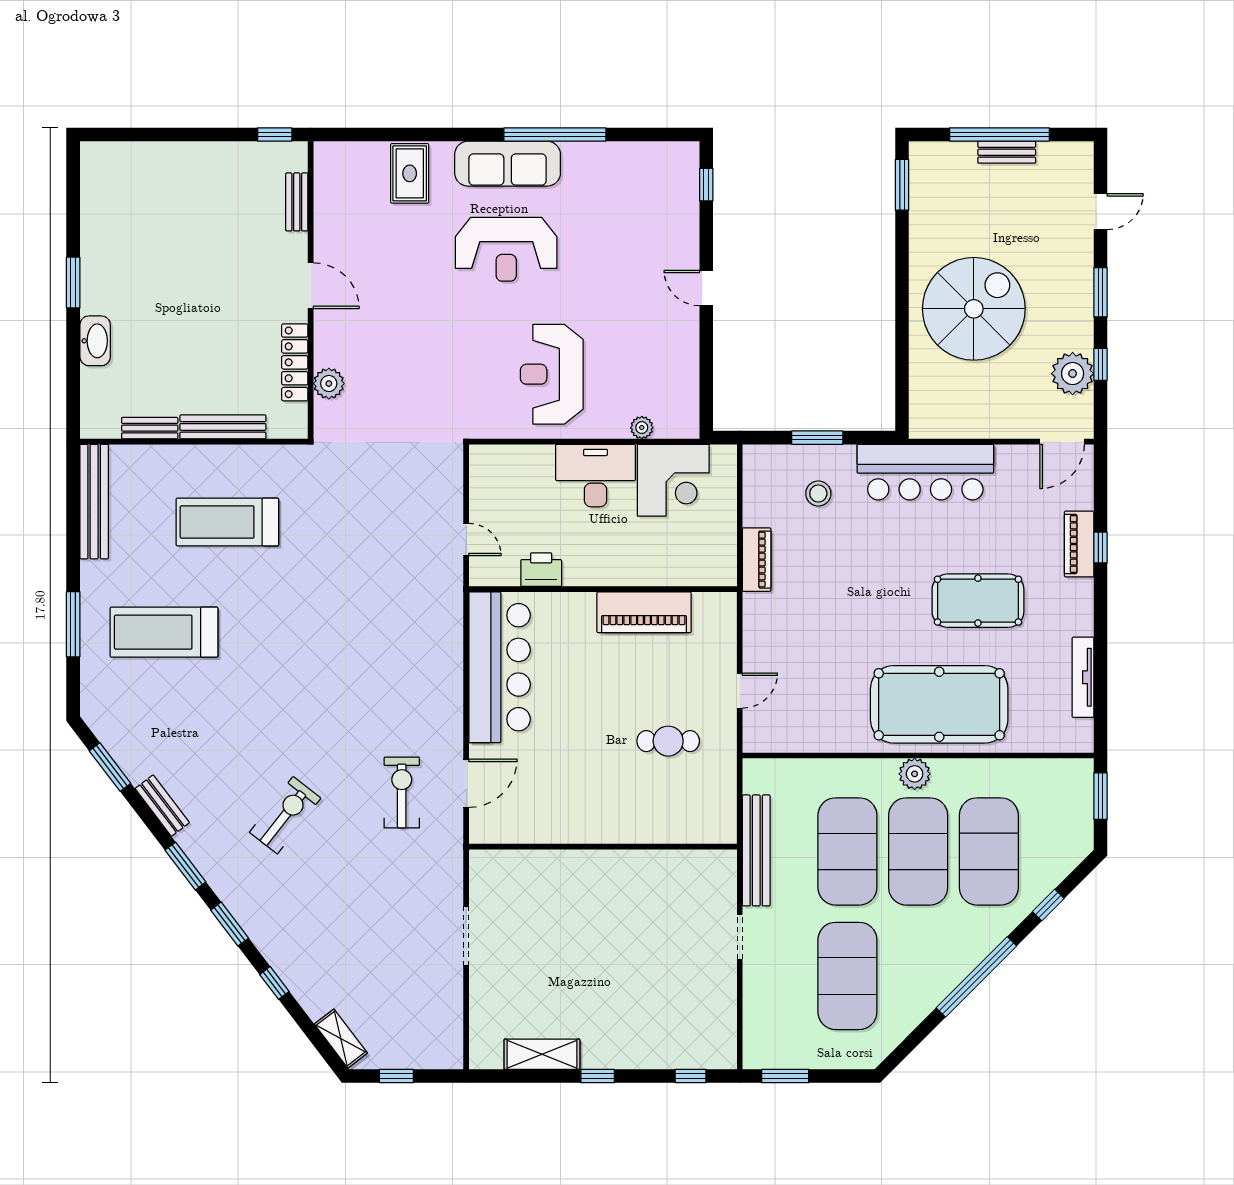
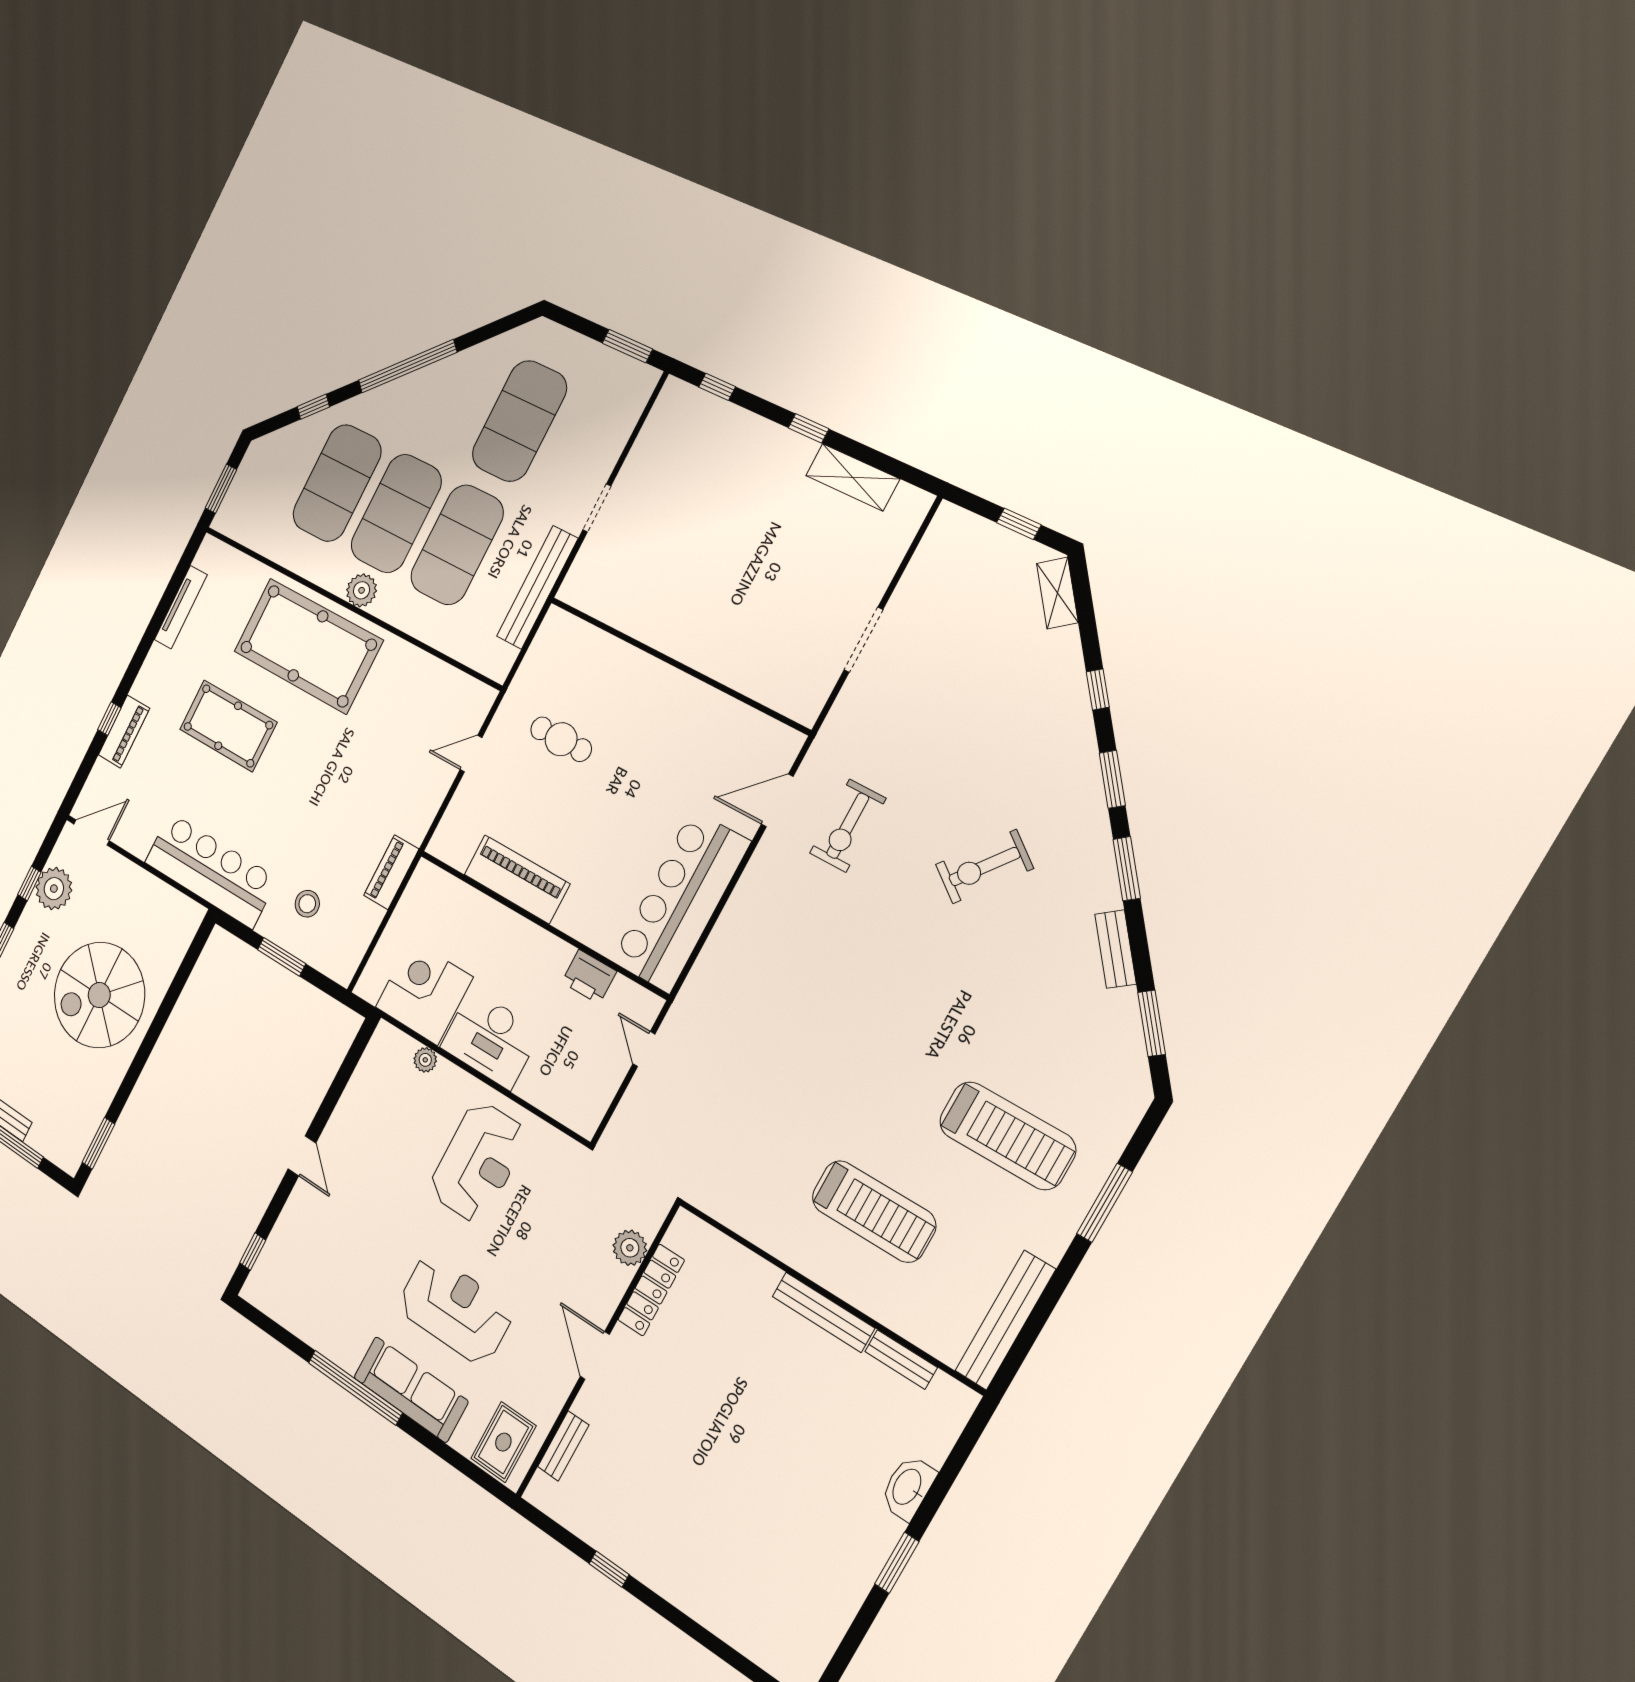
bench: (297, 202) -> (563, 1446), moved
door: (311, 286) -> (595, 1355), moved
wall: (311, 290) -> (597, 1351), moved
locker: (295, 362) -> (651, 1290), moved
plant: (329, 384) -> (630, 1248), moved

